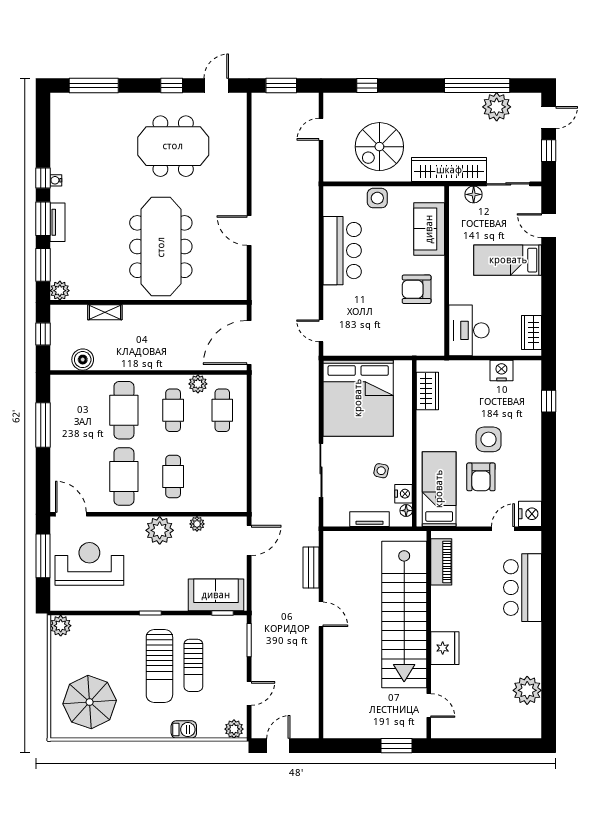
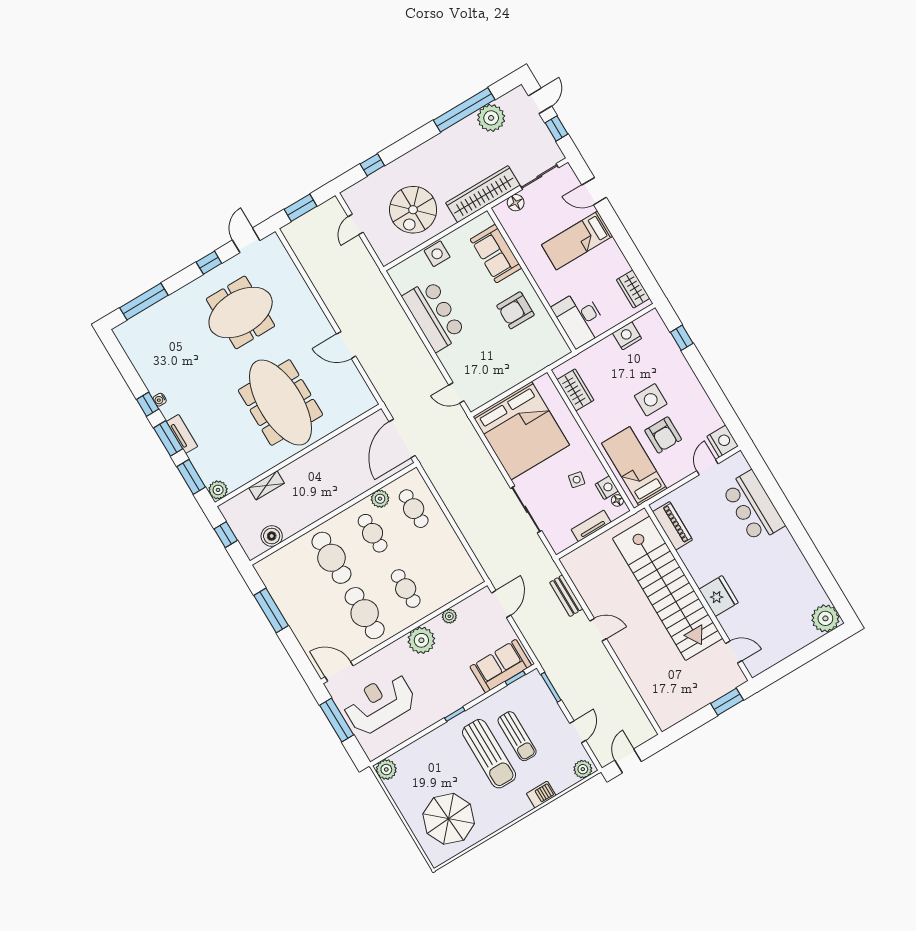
plant: (527, 690) -> (825, 618), moved

